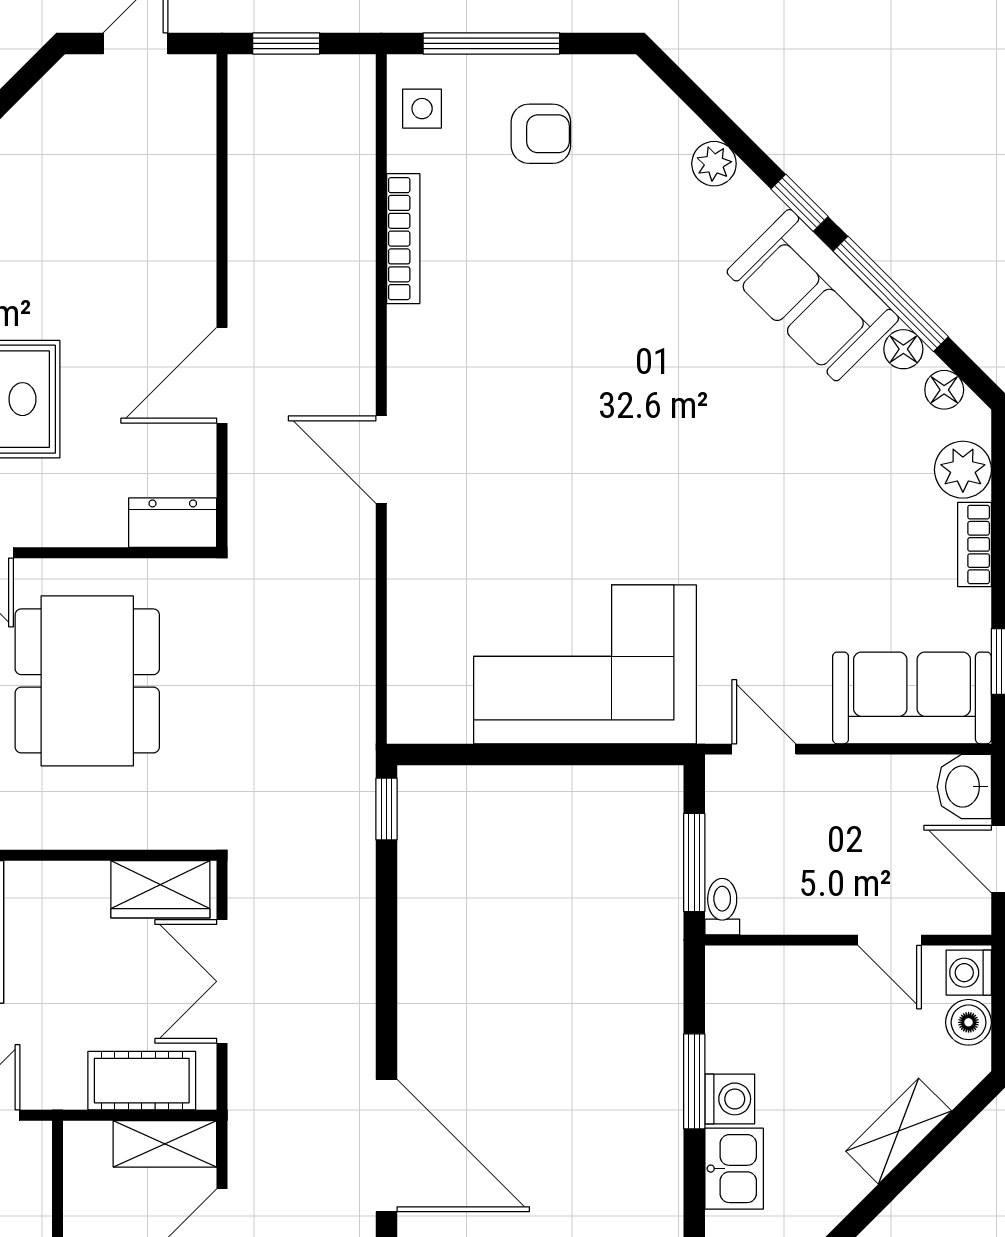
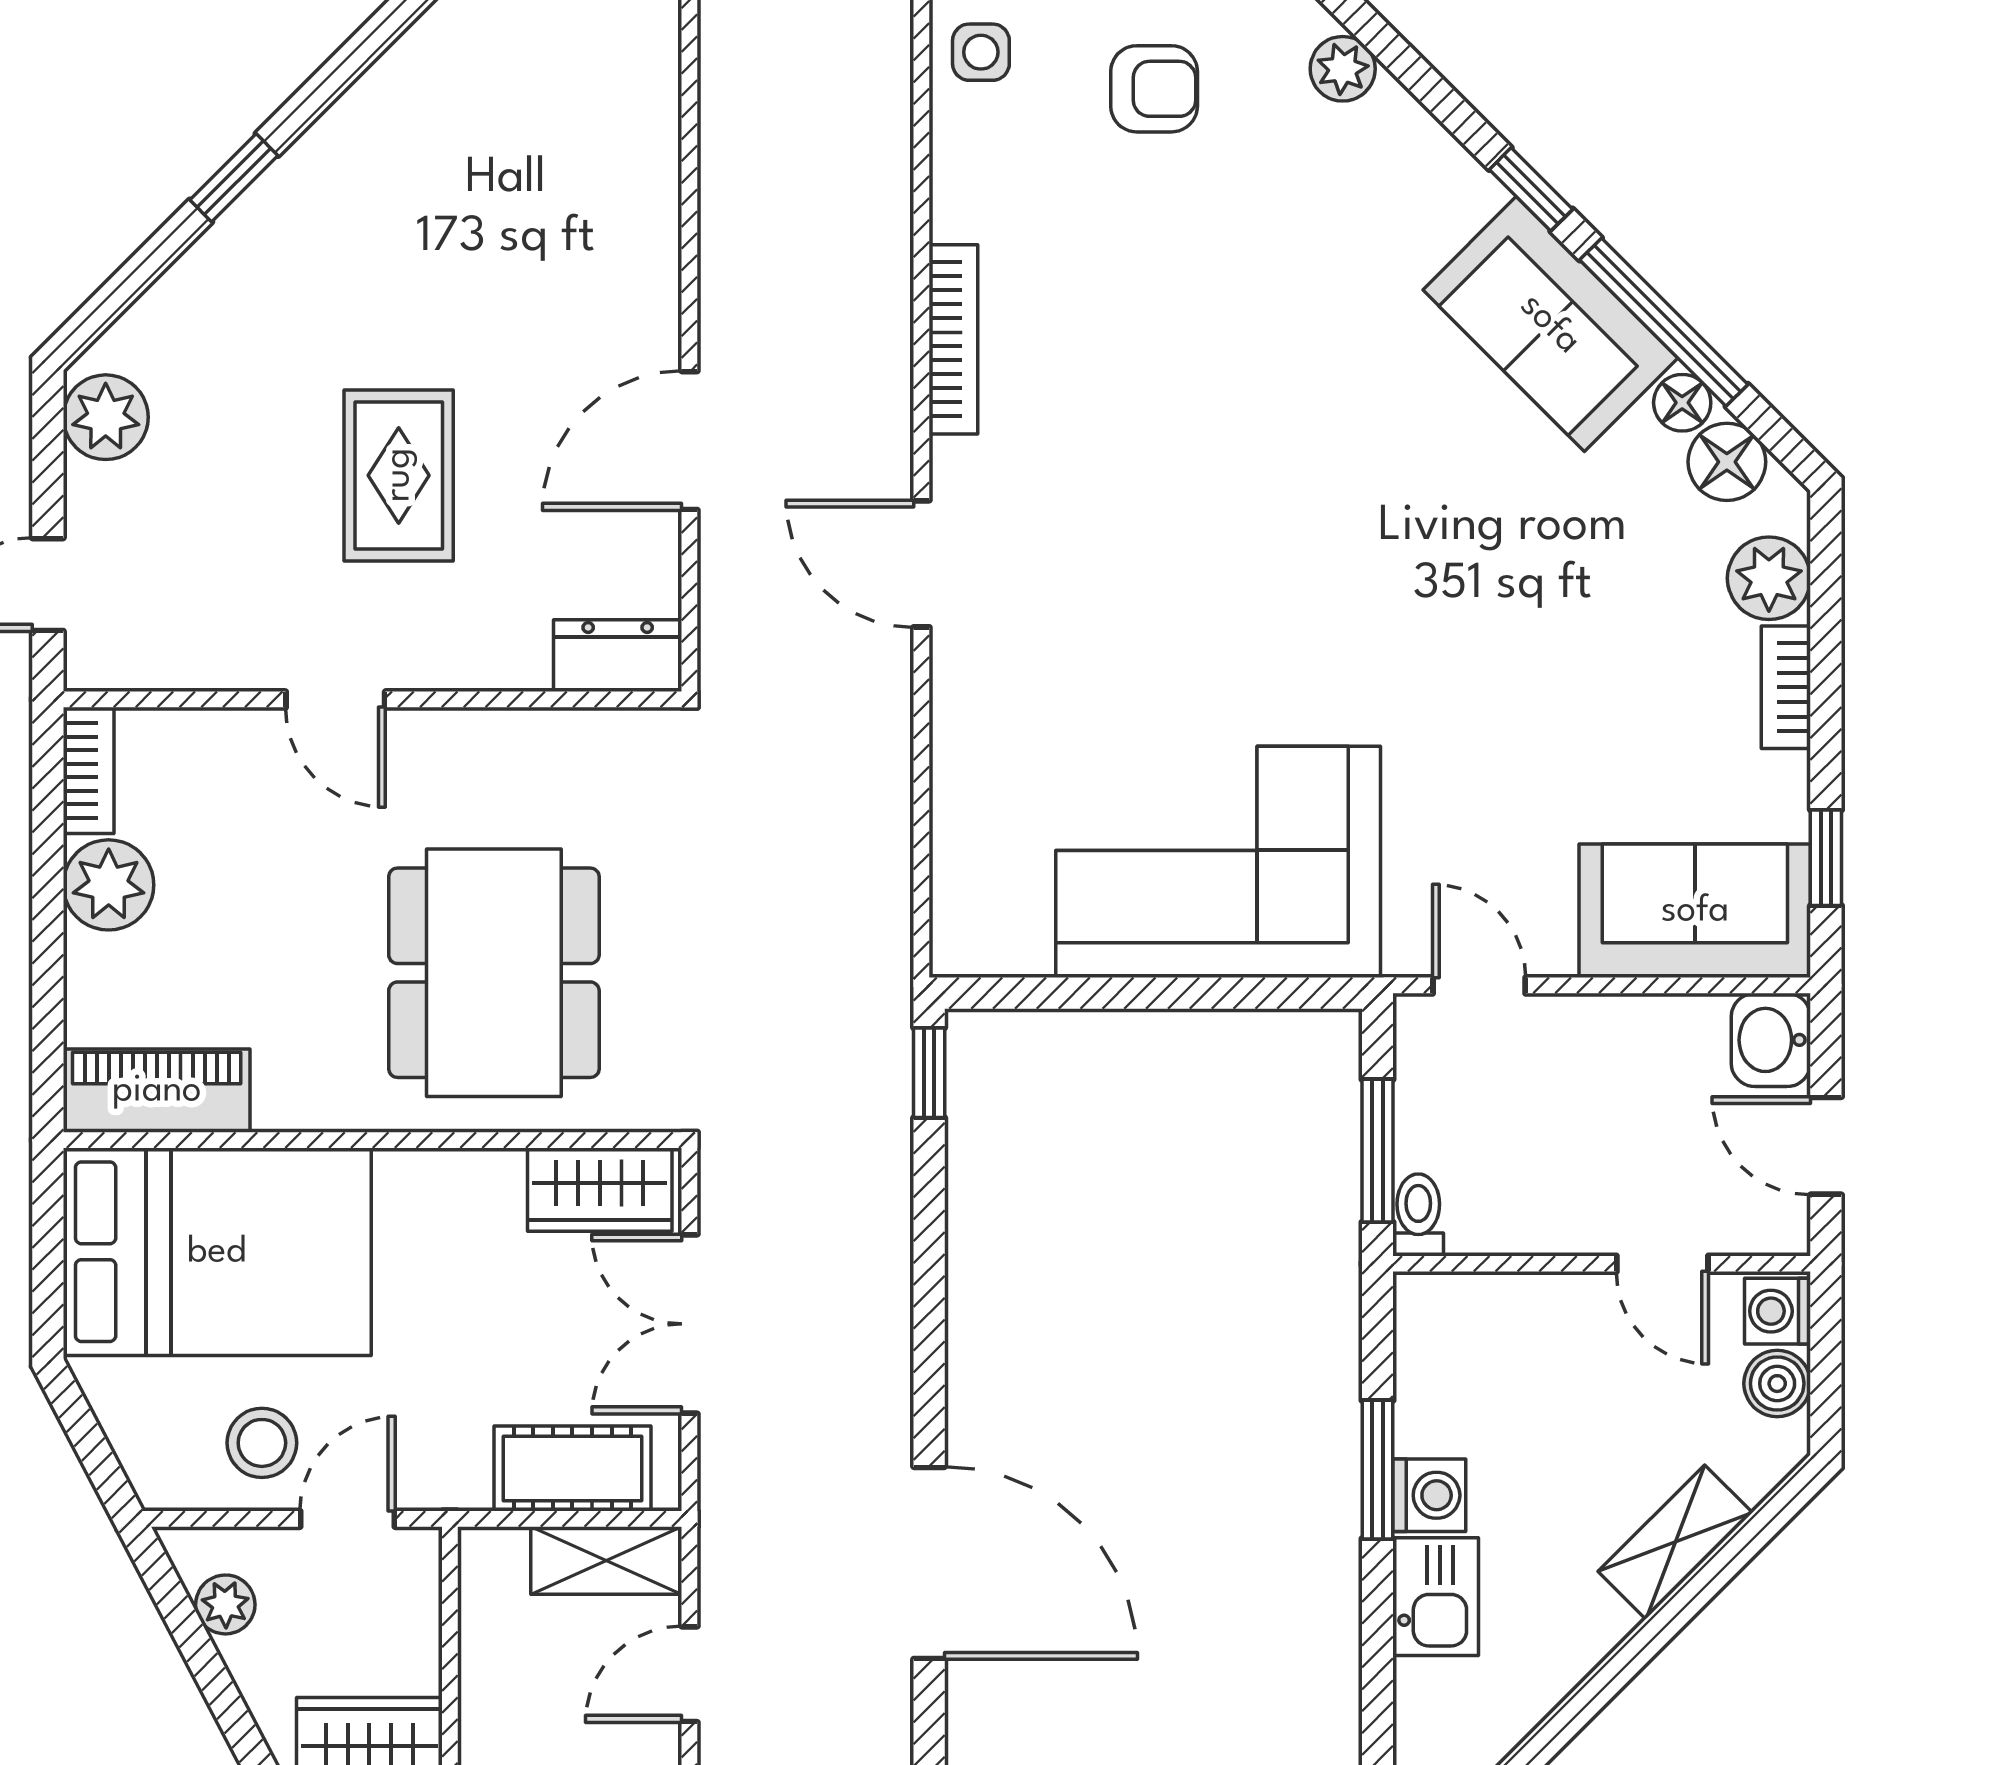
plant: (714, 164) -> (1343, 69), moved
bookcase: (403, 239) -> (953, 339), moved
floor lamp: (944, 390) -> (1727, 462), width x1.37, depth x1.37
dining table: (87, 681) -> (494, 973), moved

